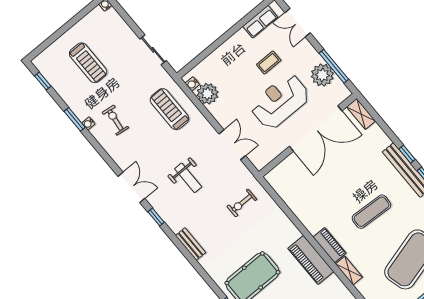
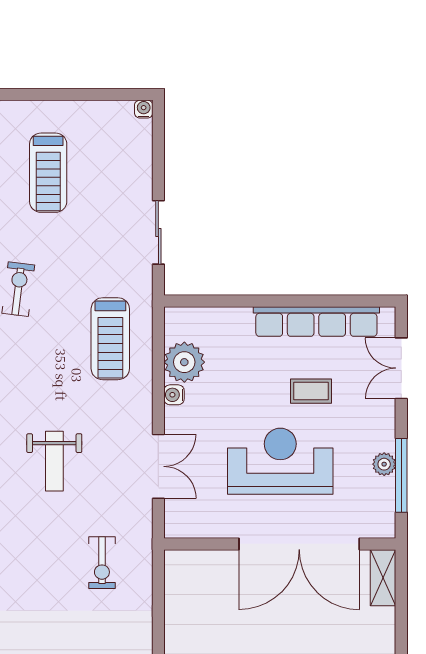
row of seats: (260, 22) -> (316, 322), width x2.02
plant: (322, 75) -> (384, 464), width x0.53, depth x0.53
water cooler: (192, 84) -> (174, 395), moved
treadmill: (169, 109) -> (110, 339), turned 180
exercise bike: (242, 203) -> (102, 563), turned -90

